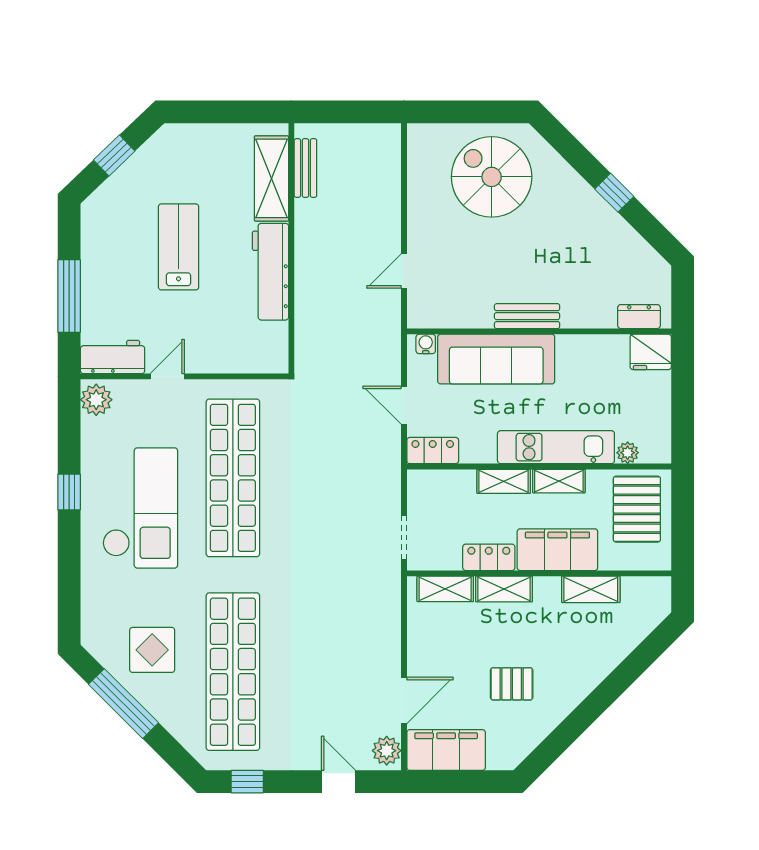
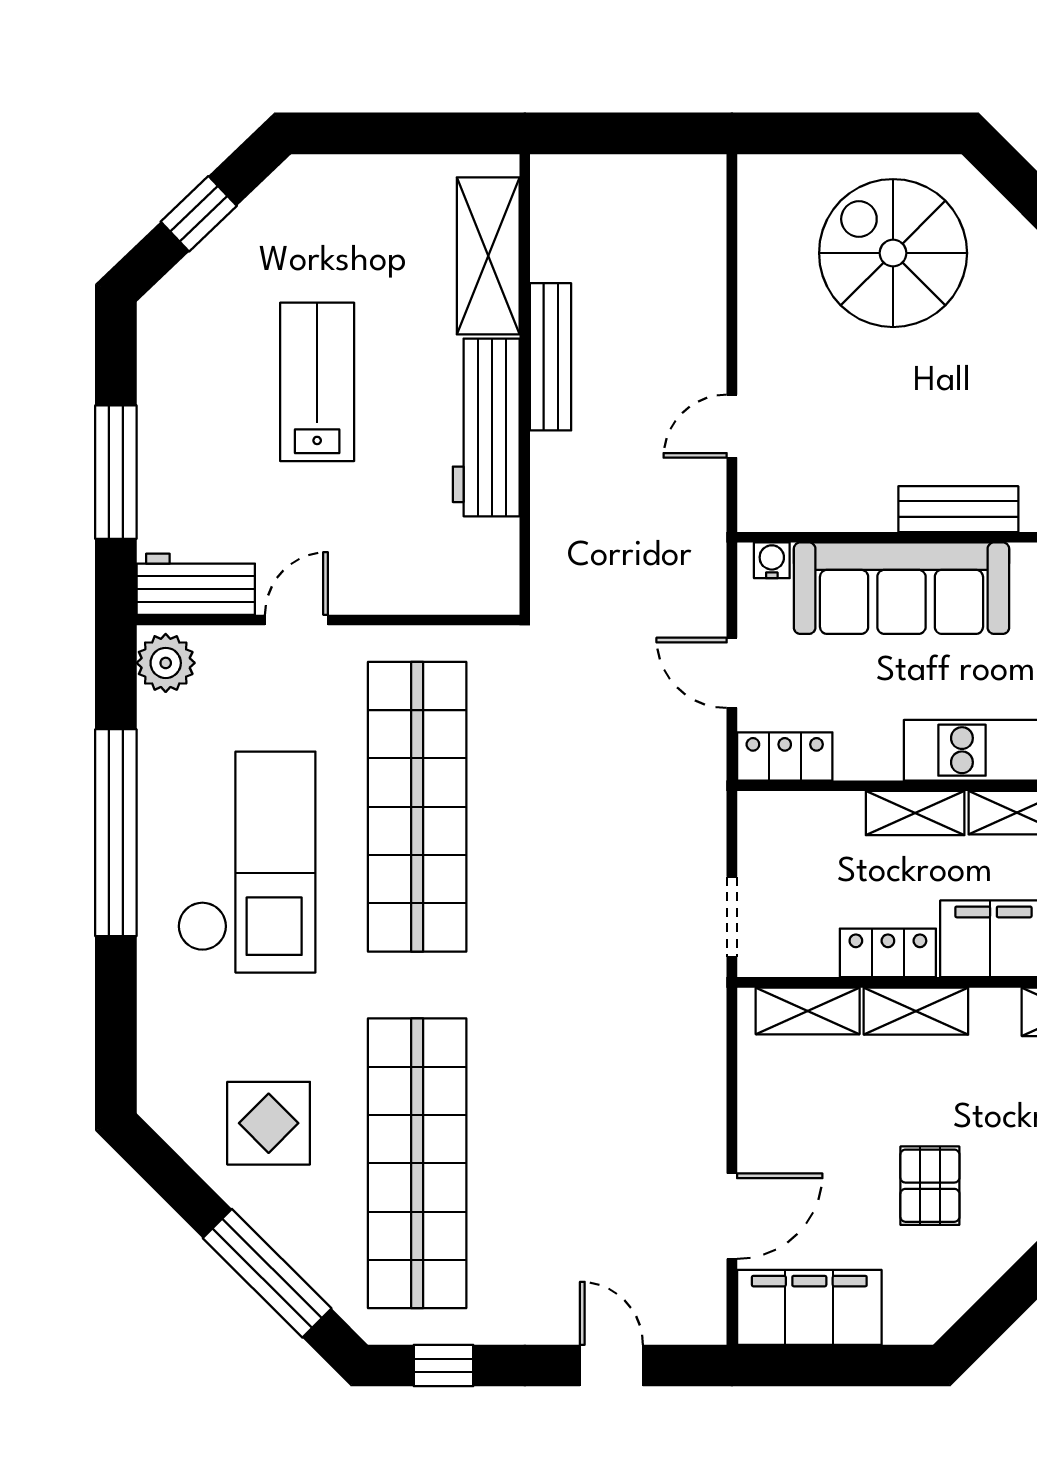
bench: (305, 168) -> (551, 357), moved, width x1.36
window: (69, 492) -> (116, 833), width x3.17
pallet: (512, 684) -> (930, 1186), turned 90
window: (123, 704) -> (267, 1273), moved
plant: (387, 751) -> (700, 1309), removed

